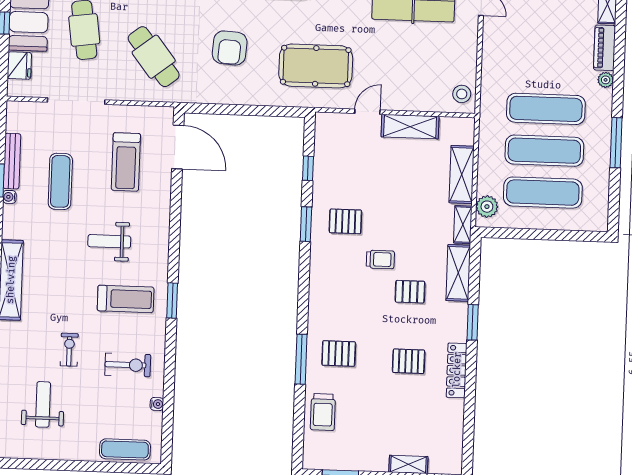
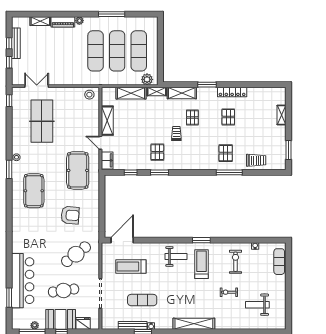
filing cabinet: (333, 124) -> (107, 160), added
treadmill: (126, 162) -> (131, 267), turned 180
weight bench: (109, 241) -> (176, 256), moved, turned -90

